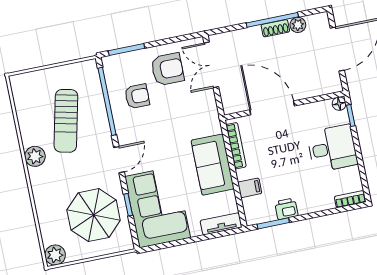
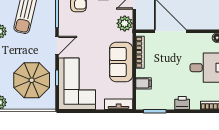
plant: (207, 110) -> (125, 23), added
printer: (286, 209) -> (182, 103), moved

